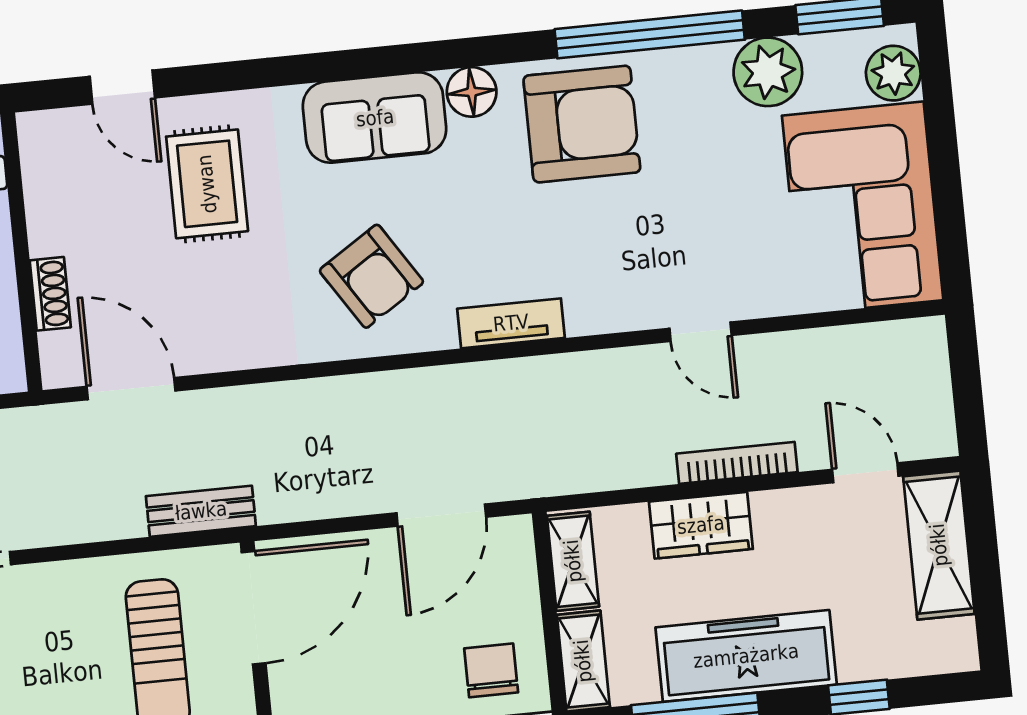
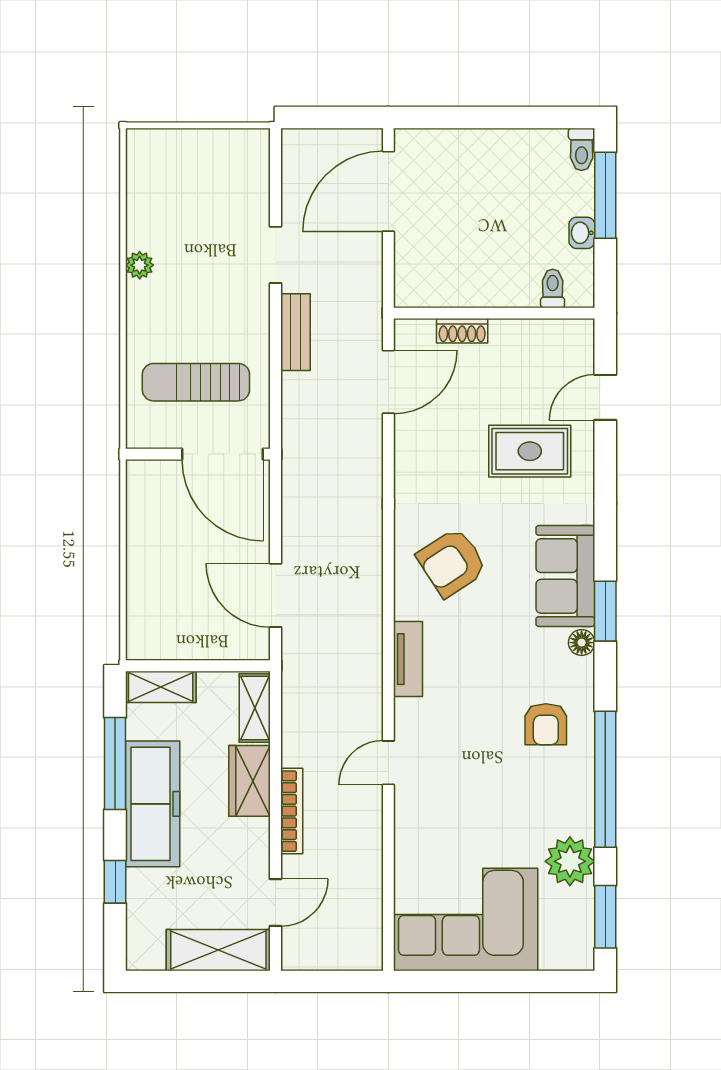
window: (418, 58) -> (605, 611), added
plant: (893, 73) -> (560, 951), removed
floor lamp: (472, 92) -> (582, 643), width x0.73, depth x0.73
armchair: (582, 124) -> (546, 724), width x0.53, depth x0.53
door: (701, 332) -> (388, 763), moved
bench: (201, 511) -> (295, 332), moved
shelving: (573, 561) -> (255, 708), moved, turned 90
chair: (491, 670) -> (161, 620), removed

